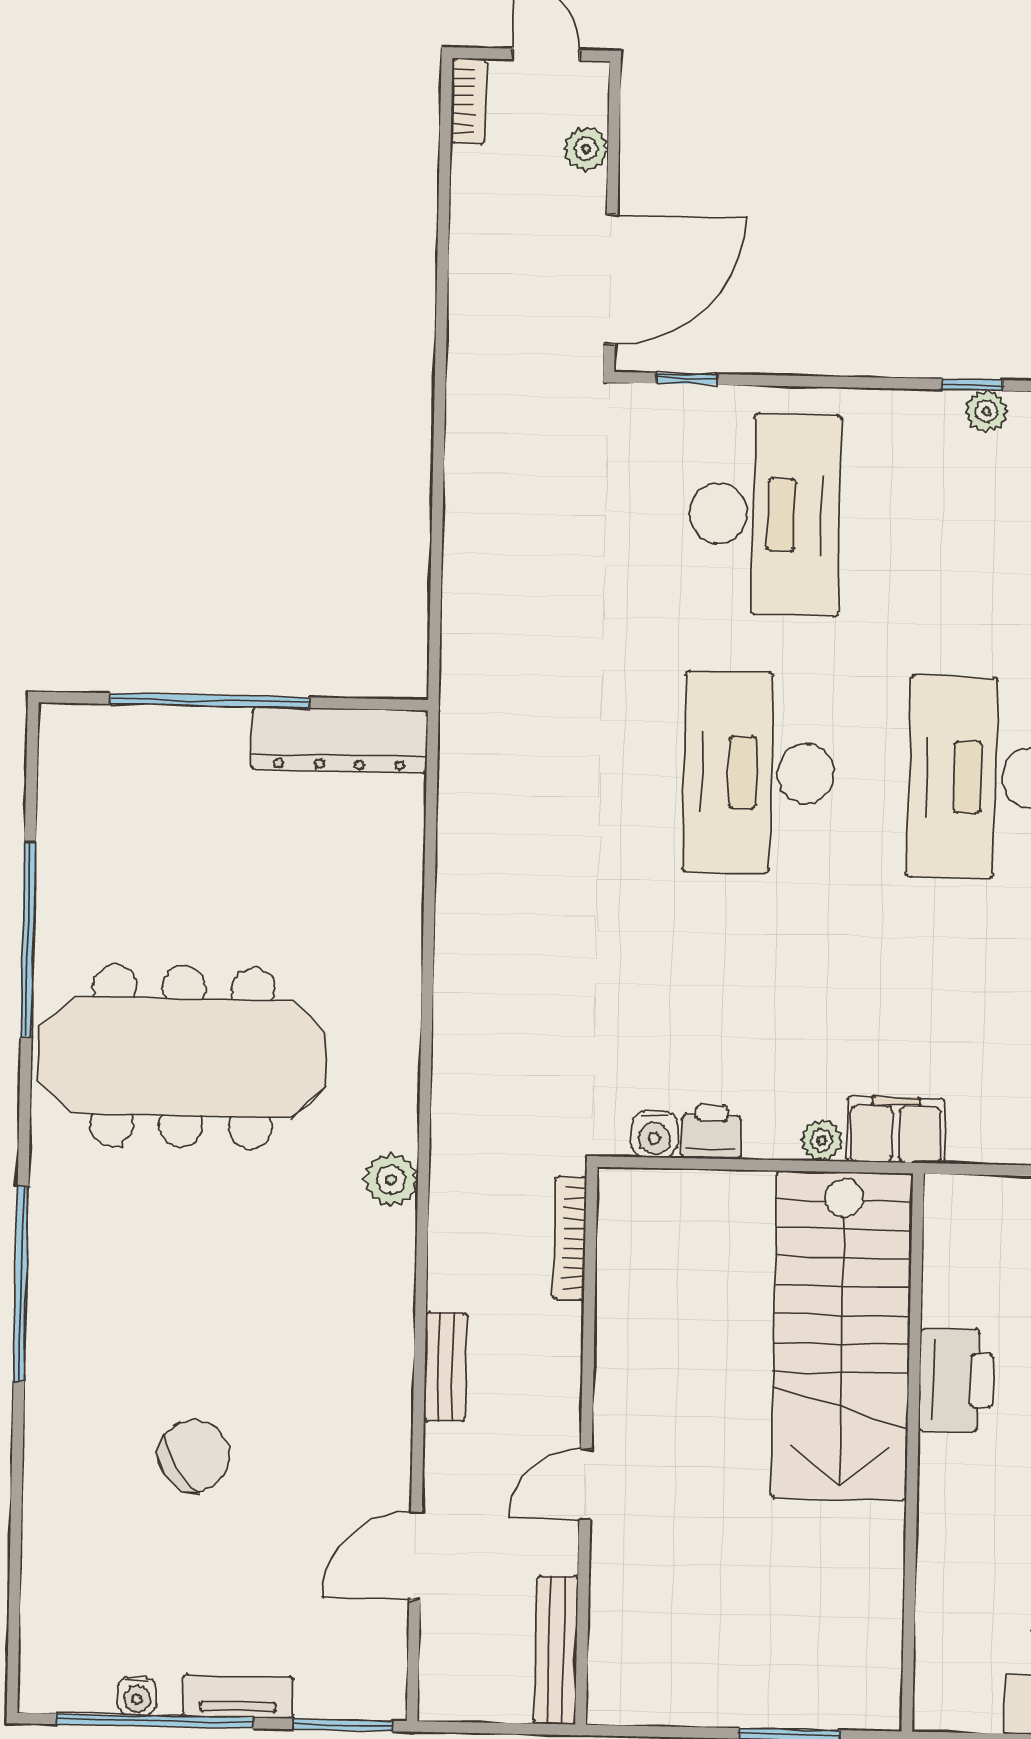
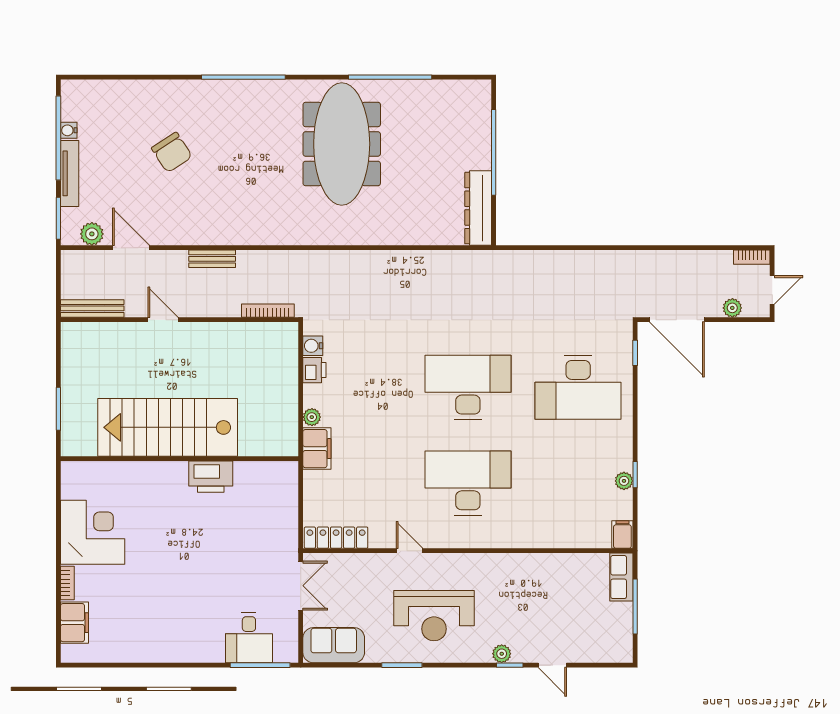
plant: (391, 1180) -> (92, 234), moved
stairs: (842, 1336) -> (168, 427), moved
tv unit: (238, 1696) -> (70, 173), width x1.41

